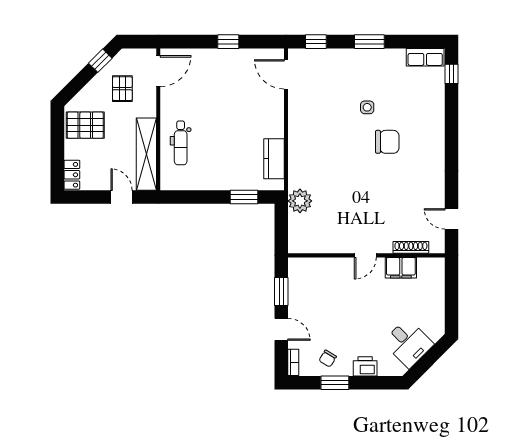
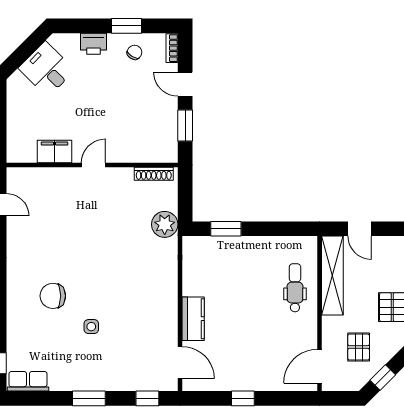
chair: (387, 142) -> (53, 296), moved
kitchen counter: (274, 159) -> (193, 319), moved
shoe rack: (411, 247) -> (154, 174), moved

